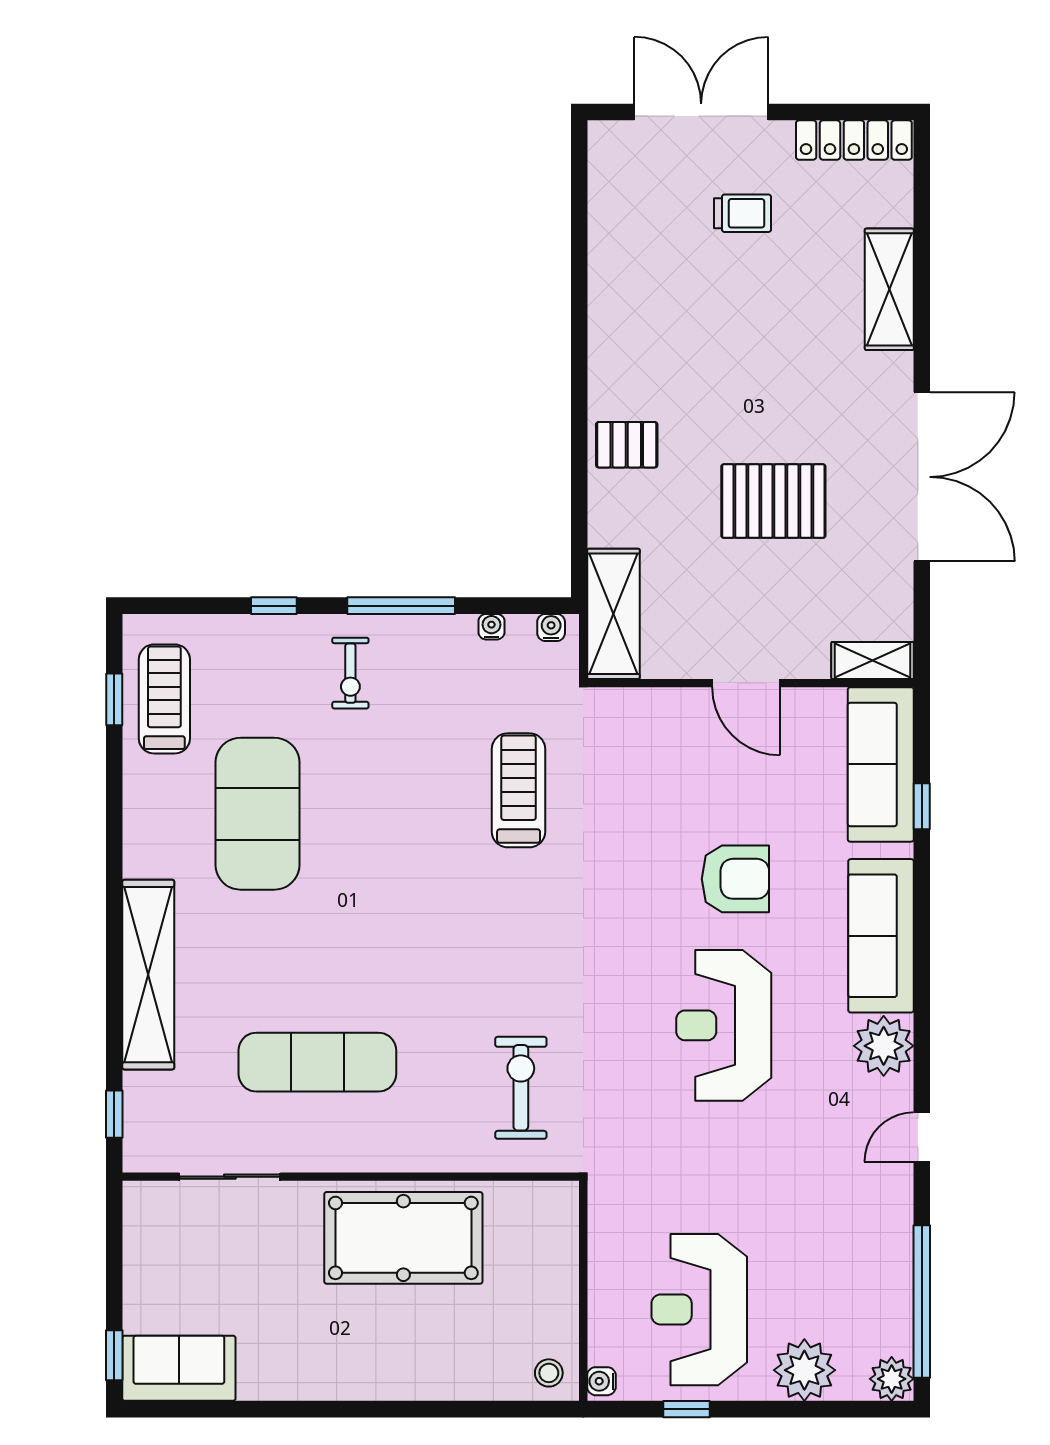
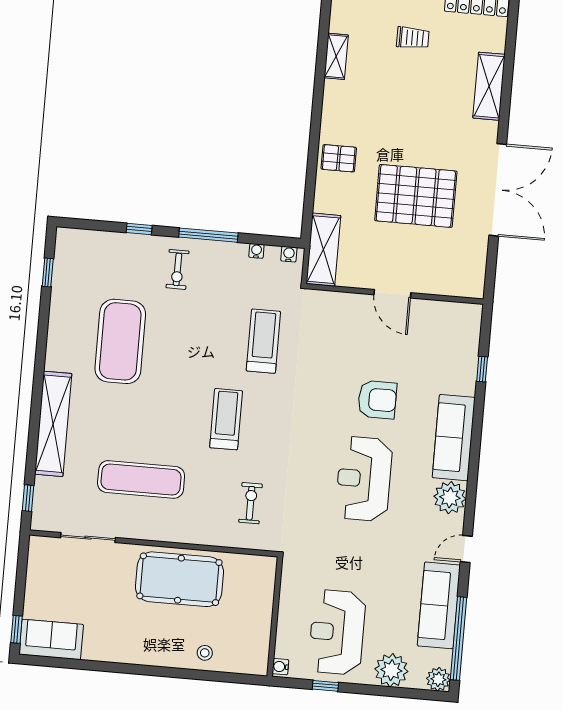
pallet: (773, 501) -> (416, 196), width x1.37, depth x1.41
shelving: (872, 661) -> (336, 56), moved, turned 90
treadmill: (164, 699) -> (226, 419), moved
sofa: (881, 764) -> (439, 605), moved
exercise bike: (521, 1088) -> (251, 503), width x0.73, depth x0.72
stool: (549, 1373) -> (205, 653), moved

